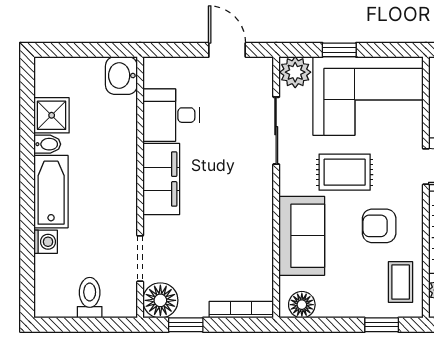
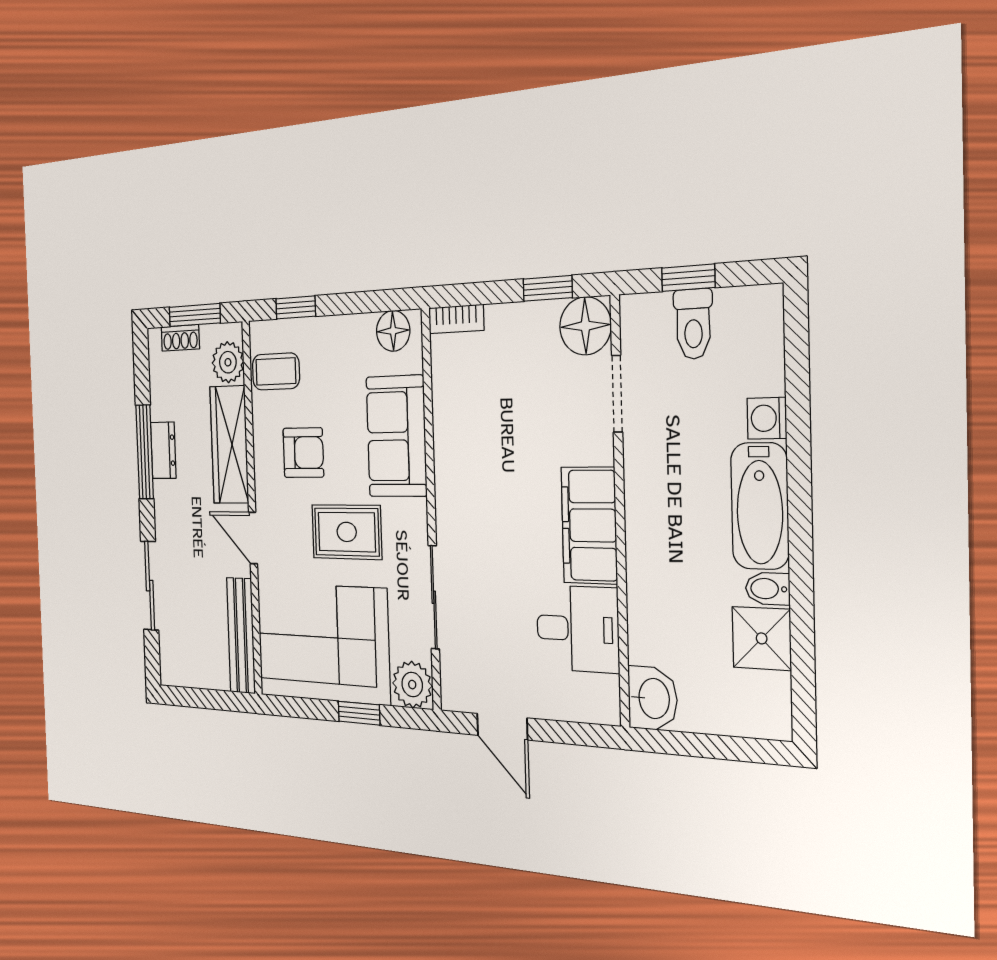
coffee table: (401, 282) -> (276, 371), turned 90
bookcase: (241, 310) -> (456, 319), width x0.64
window: (92, 325) -> (688, 278), added

